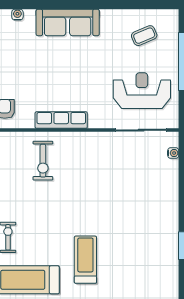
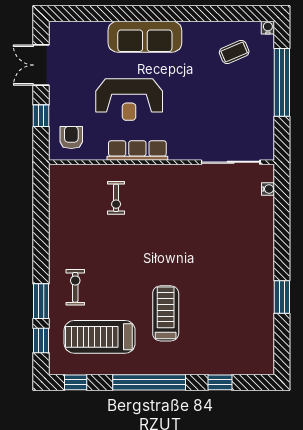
water cooler: (17, 15) -> (268, 28), moved
reception desk: (142, 91) -> (129, 99), moved, turned 180
exercise bike: (43, 161) -> (116, 198), width x0.73, depth x0.72

